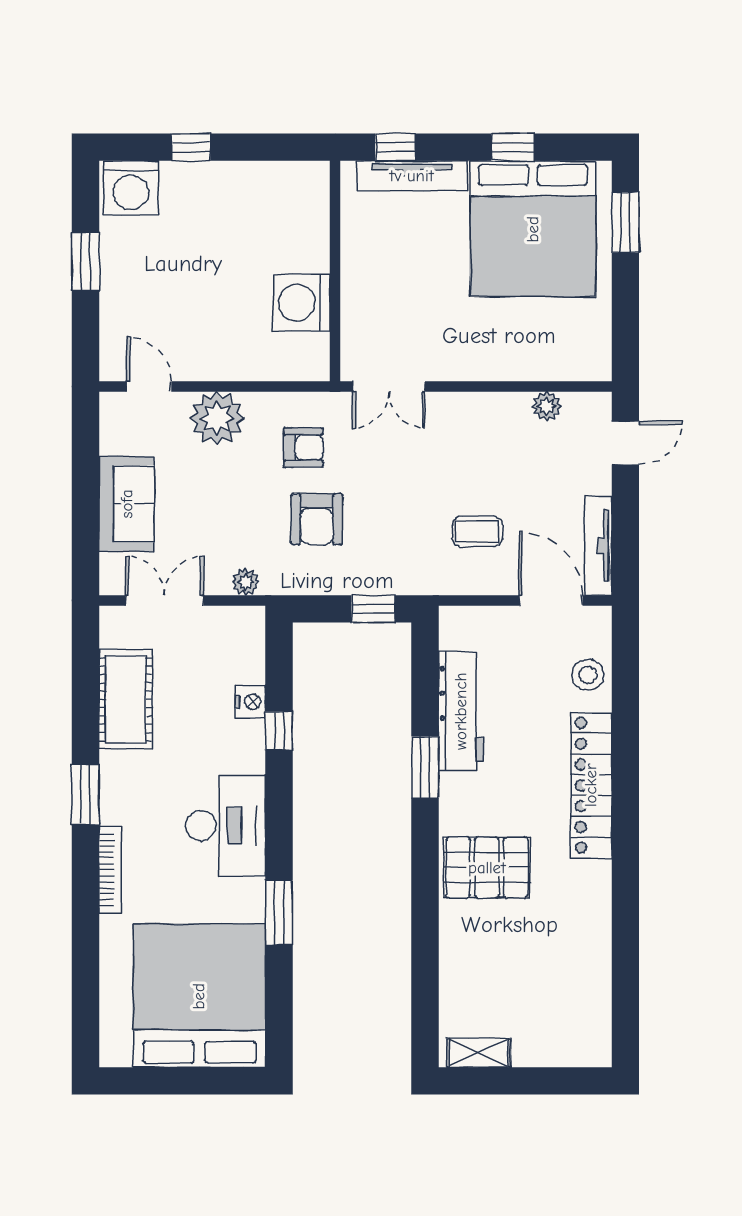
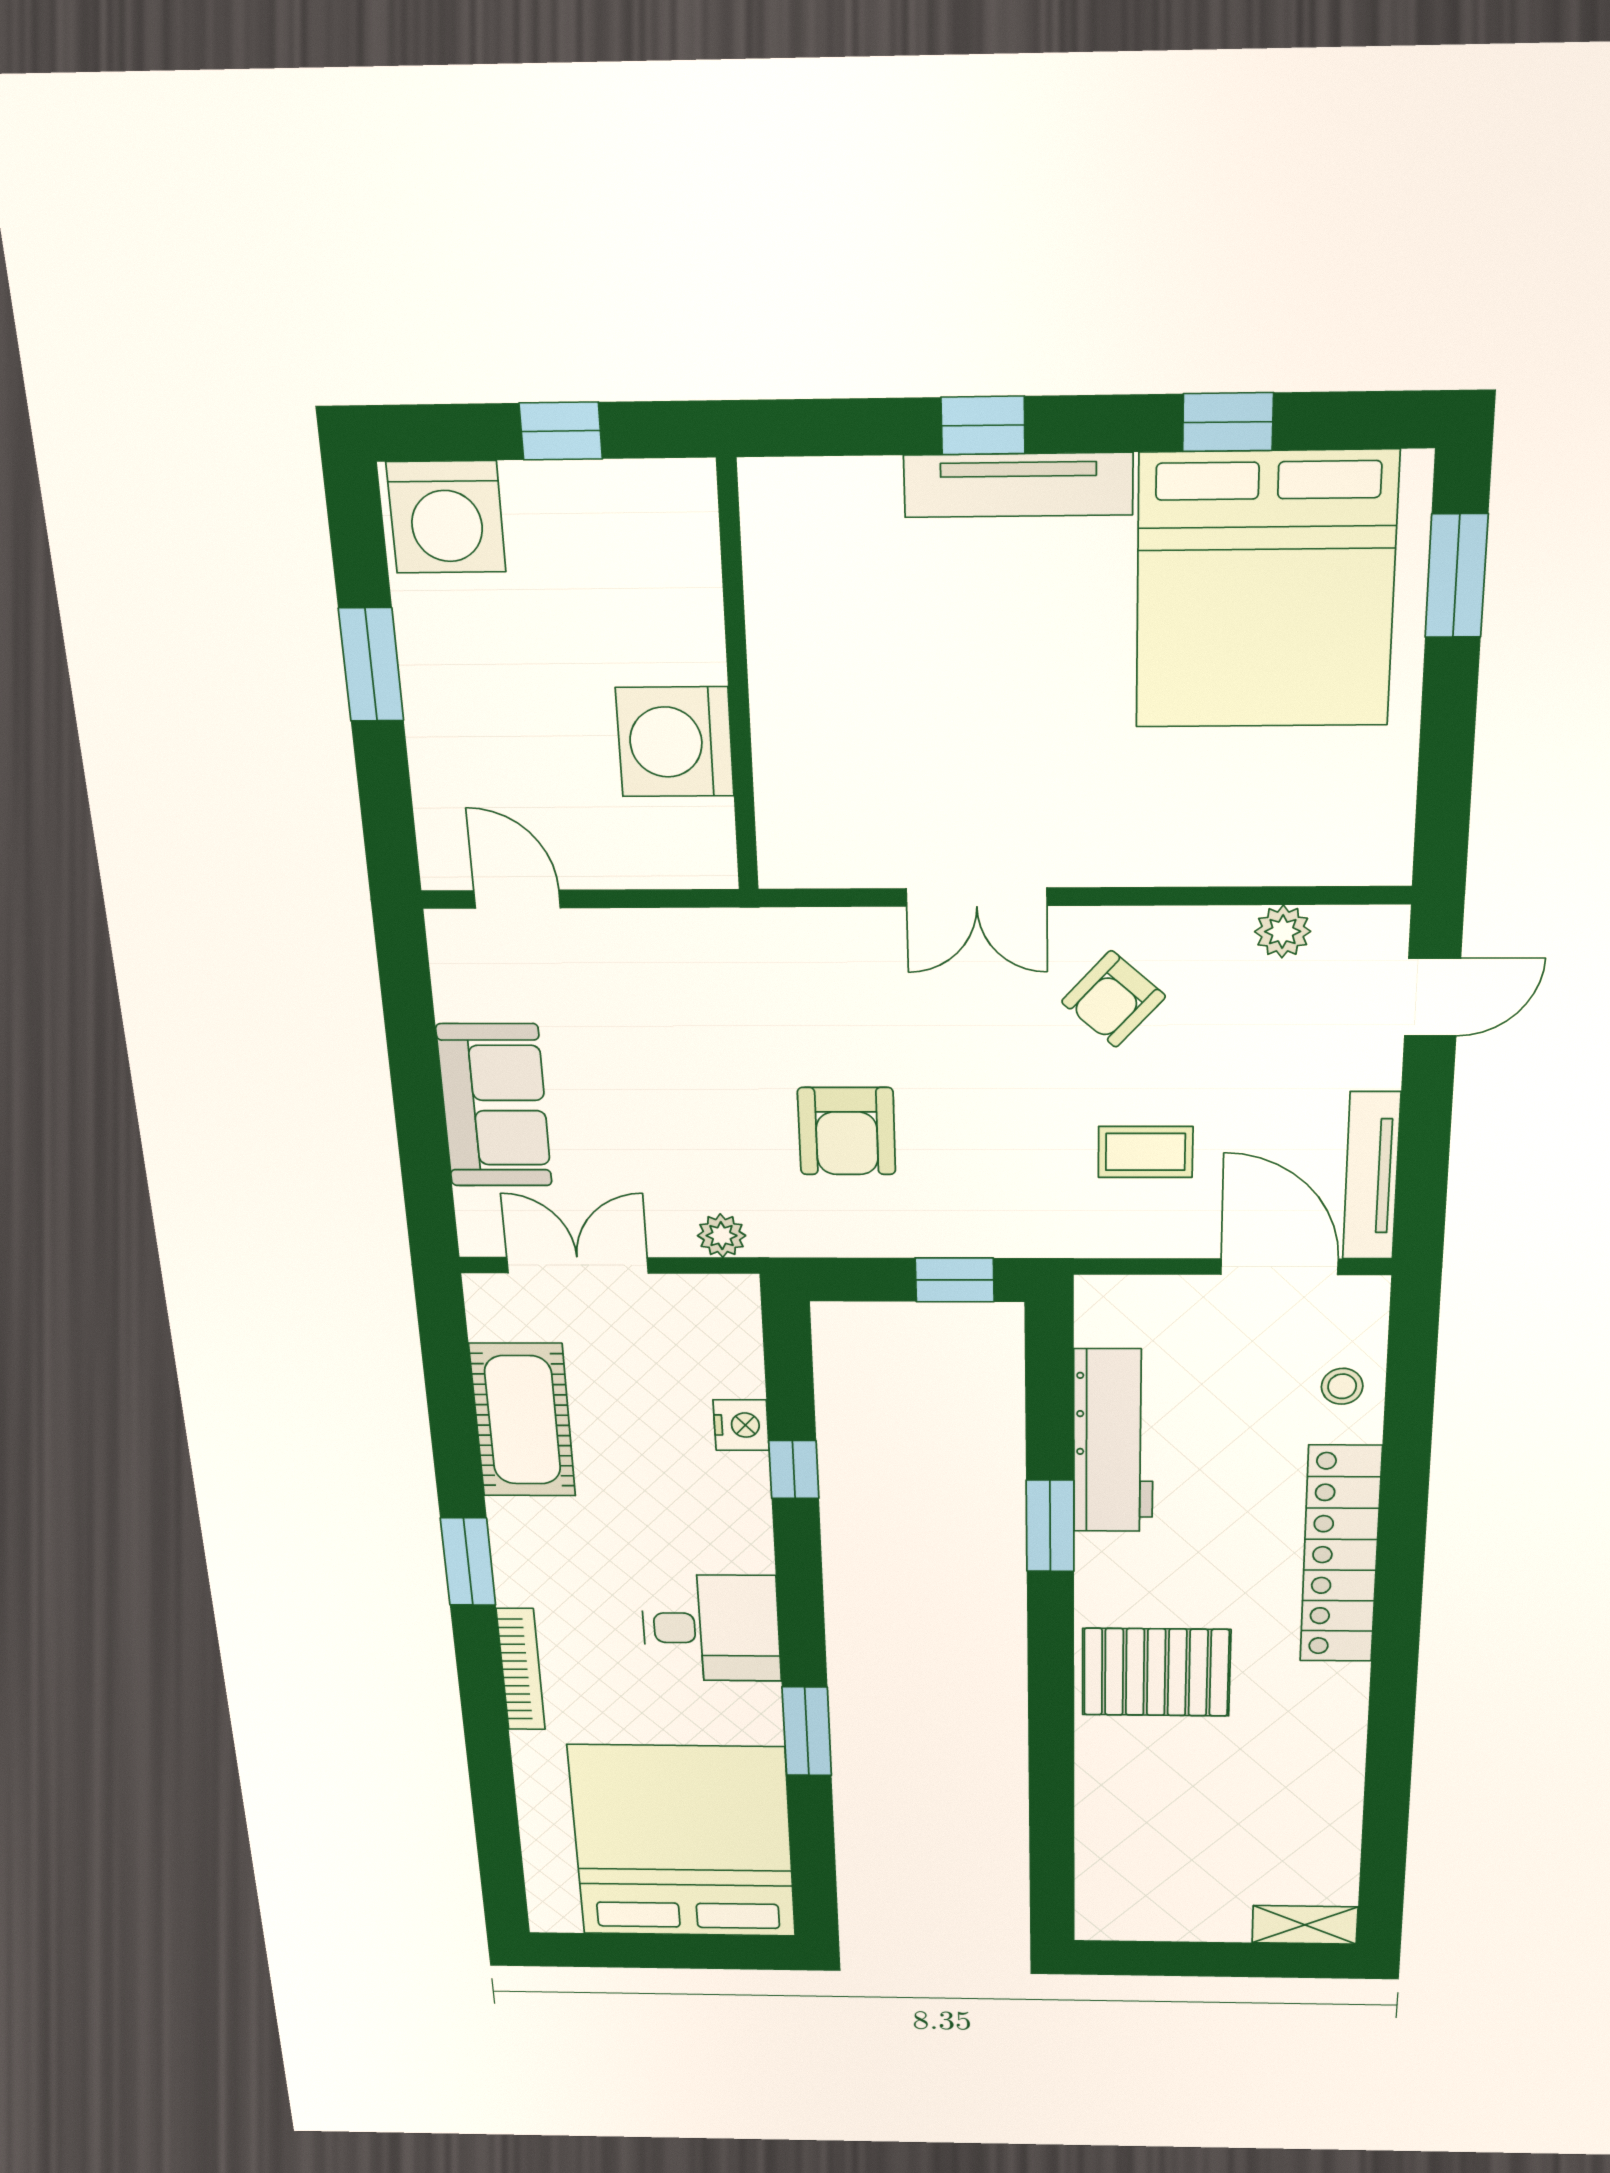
wall: (335, 271) -> (738, 680), moved
washing machine: (301, 303) -> (675, 742), moved
plant: (217, 418) -> (650, 956), removed
armchair: (303, 448) -> (1113, 999), moved, turned 132
stool: (588, 675) -> (1342, 1386), width x0.73, depth x0.73
desk: (226, 826) -> (711, 1628), width x0.73
shelving: (479, 1053) -> (1305, 1925), moved

